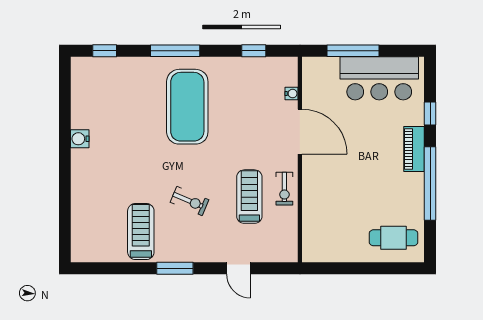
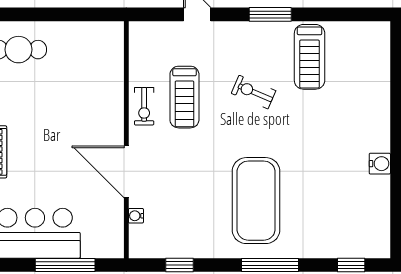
exercise bike: (284, 189) -> (144, 106), turned 180

